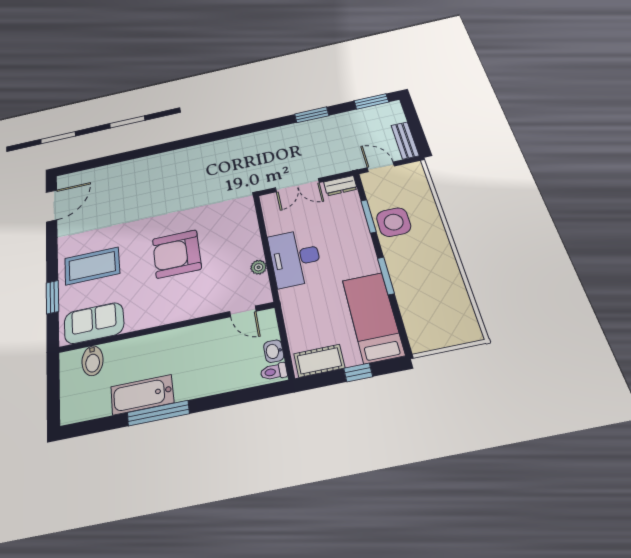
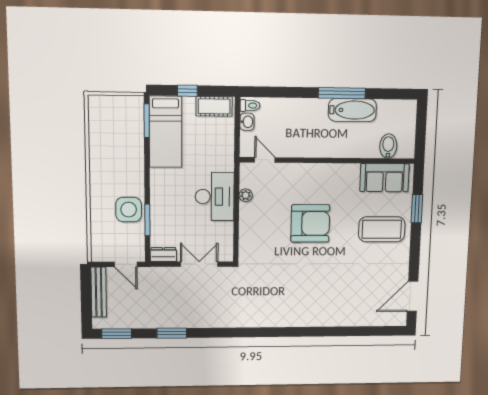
bench: (405, 140) -> (99, 292), width x1.36
window: (386, 276) -> (147, 121), moved

